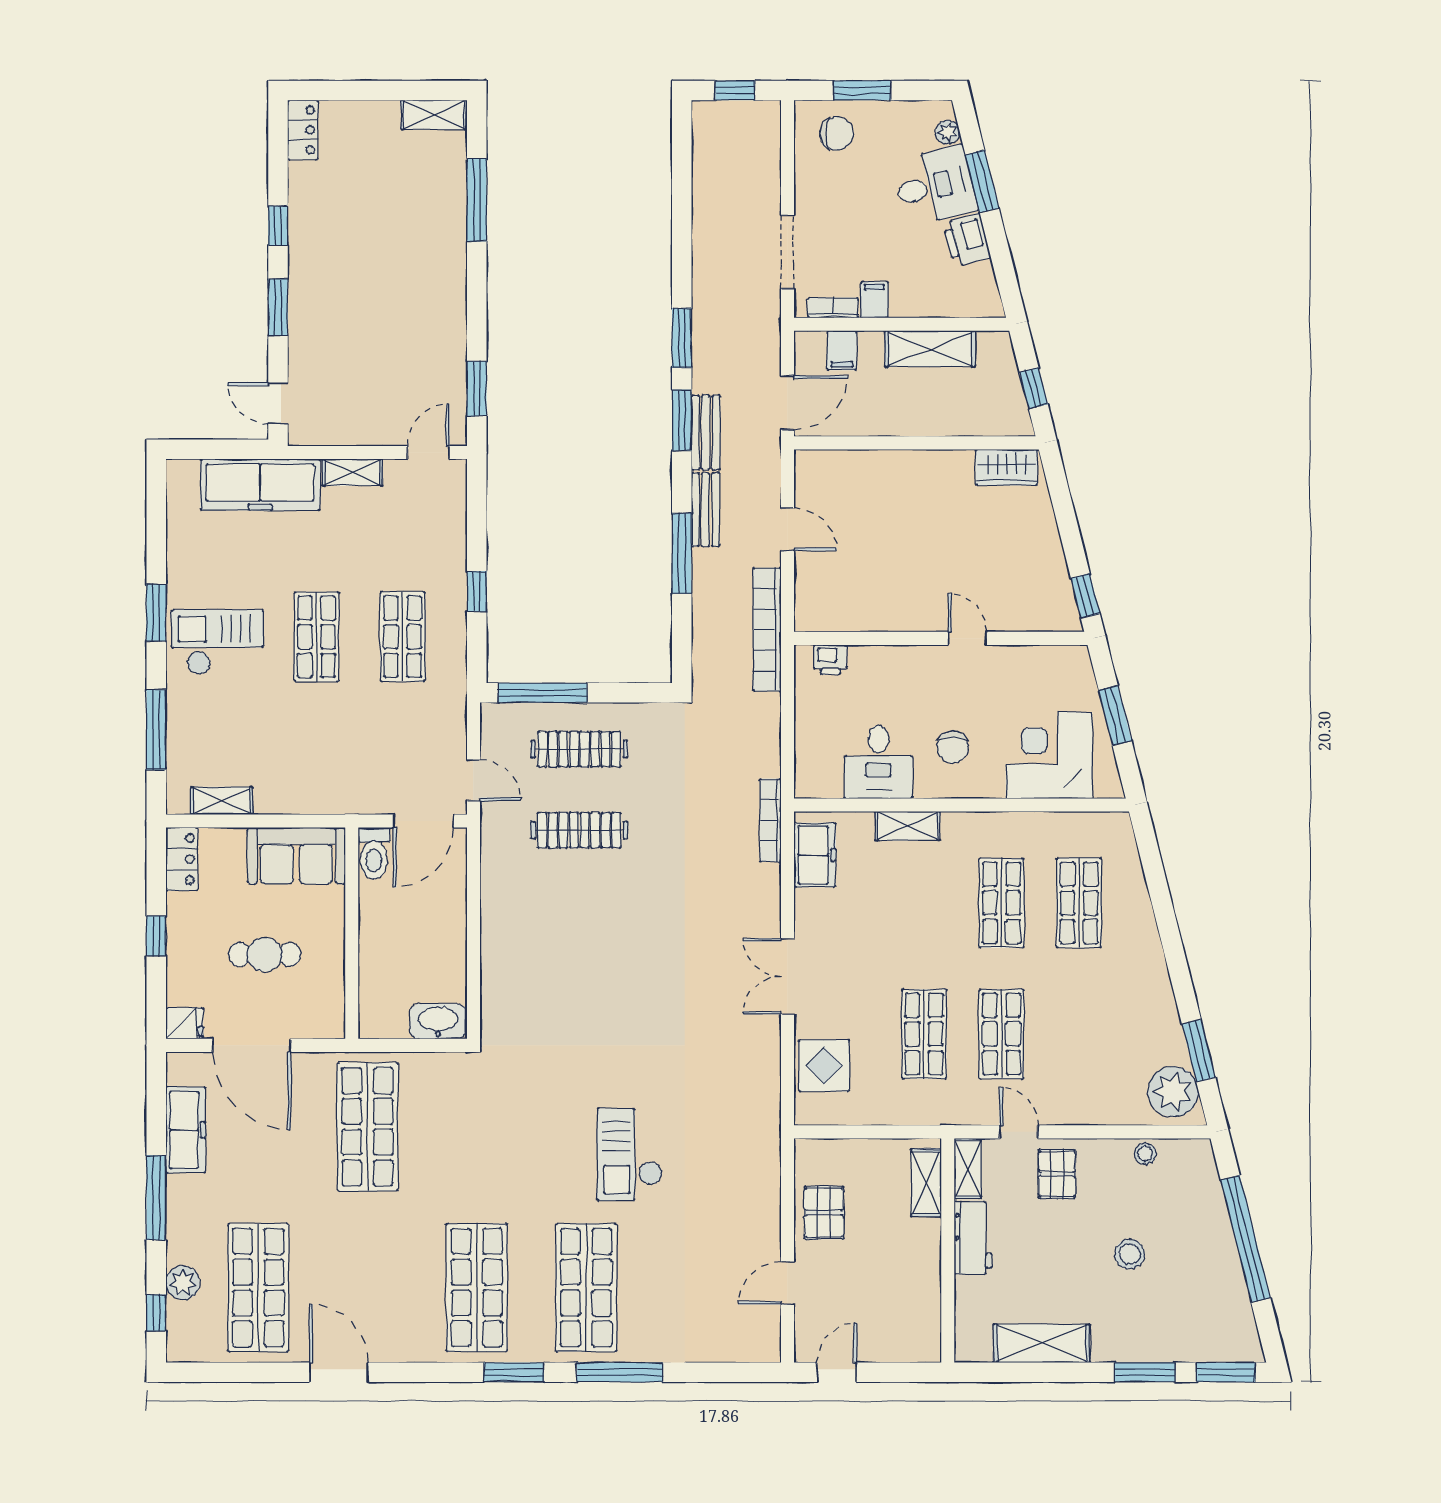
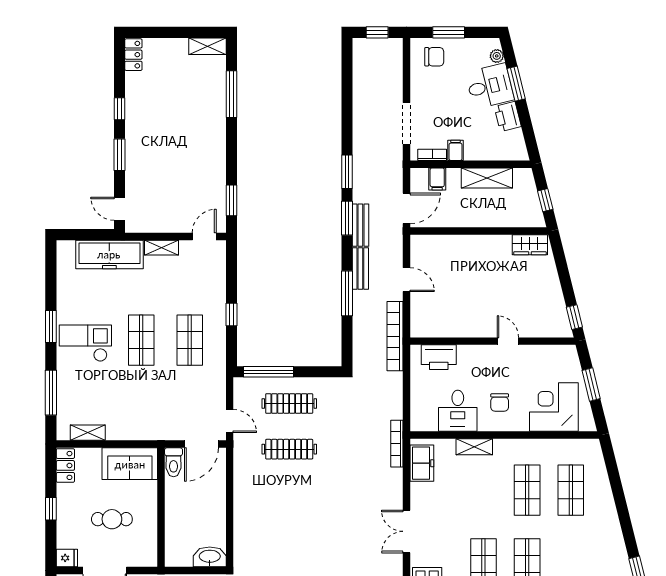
printer: (830, 660) -> (439, 357), width x1.87, depth x1.48

